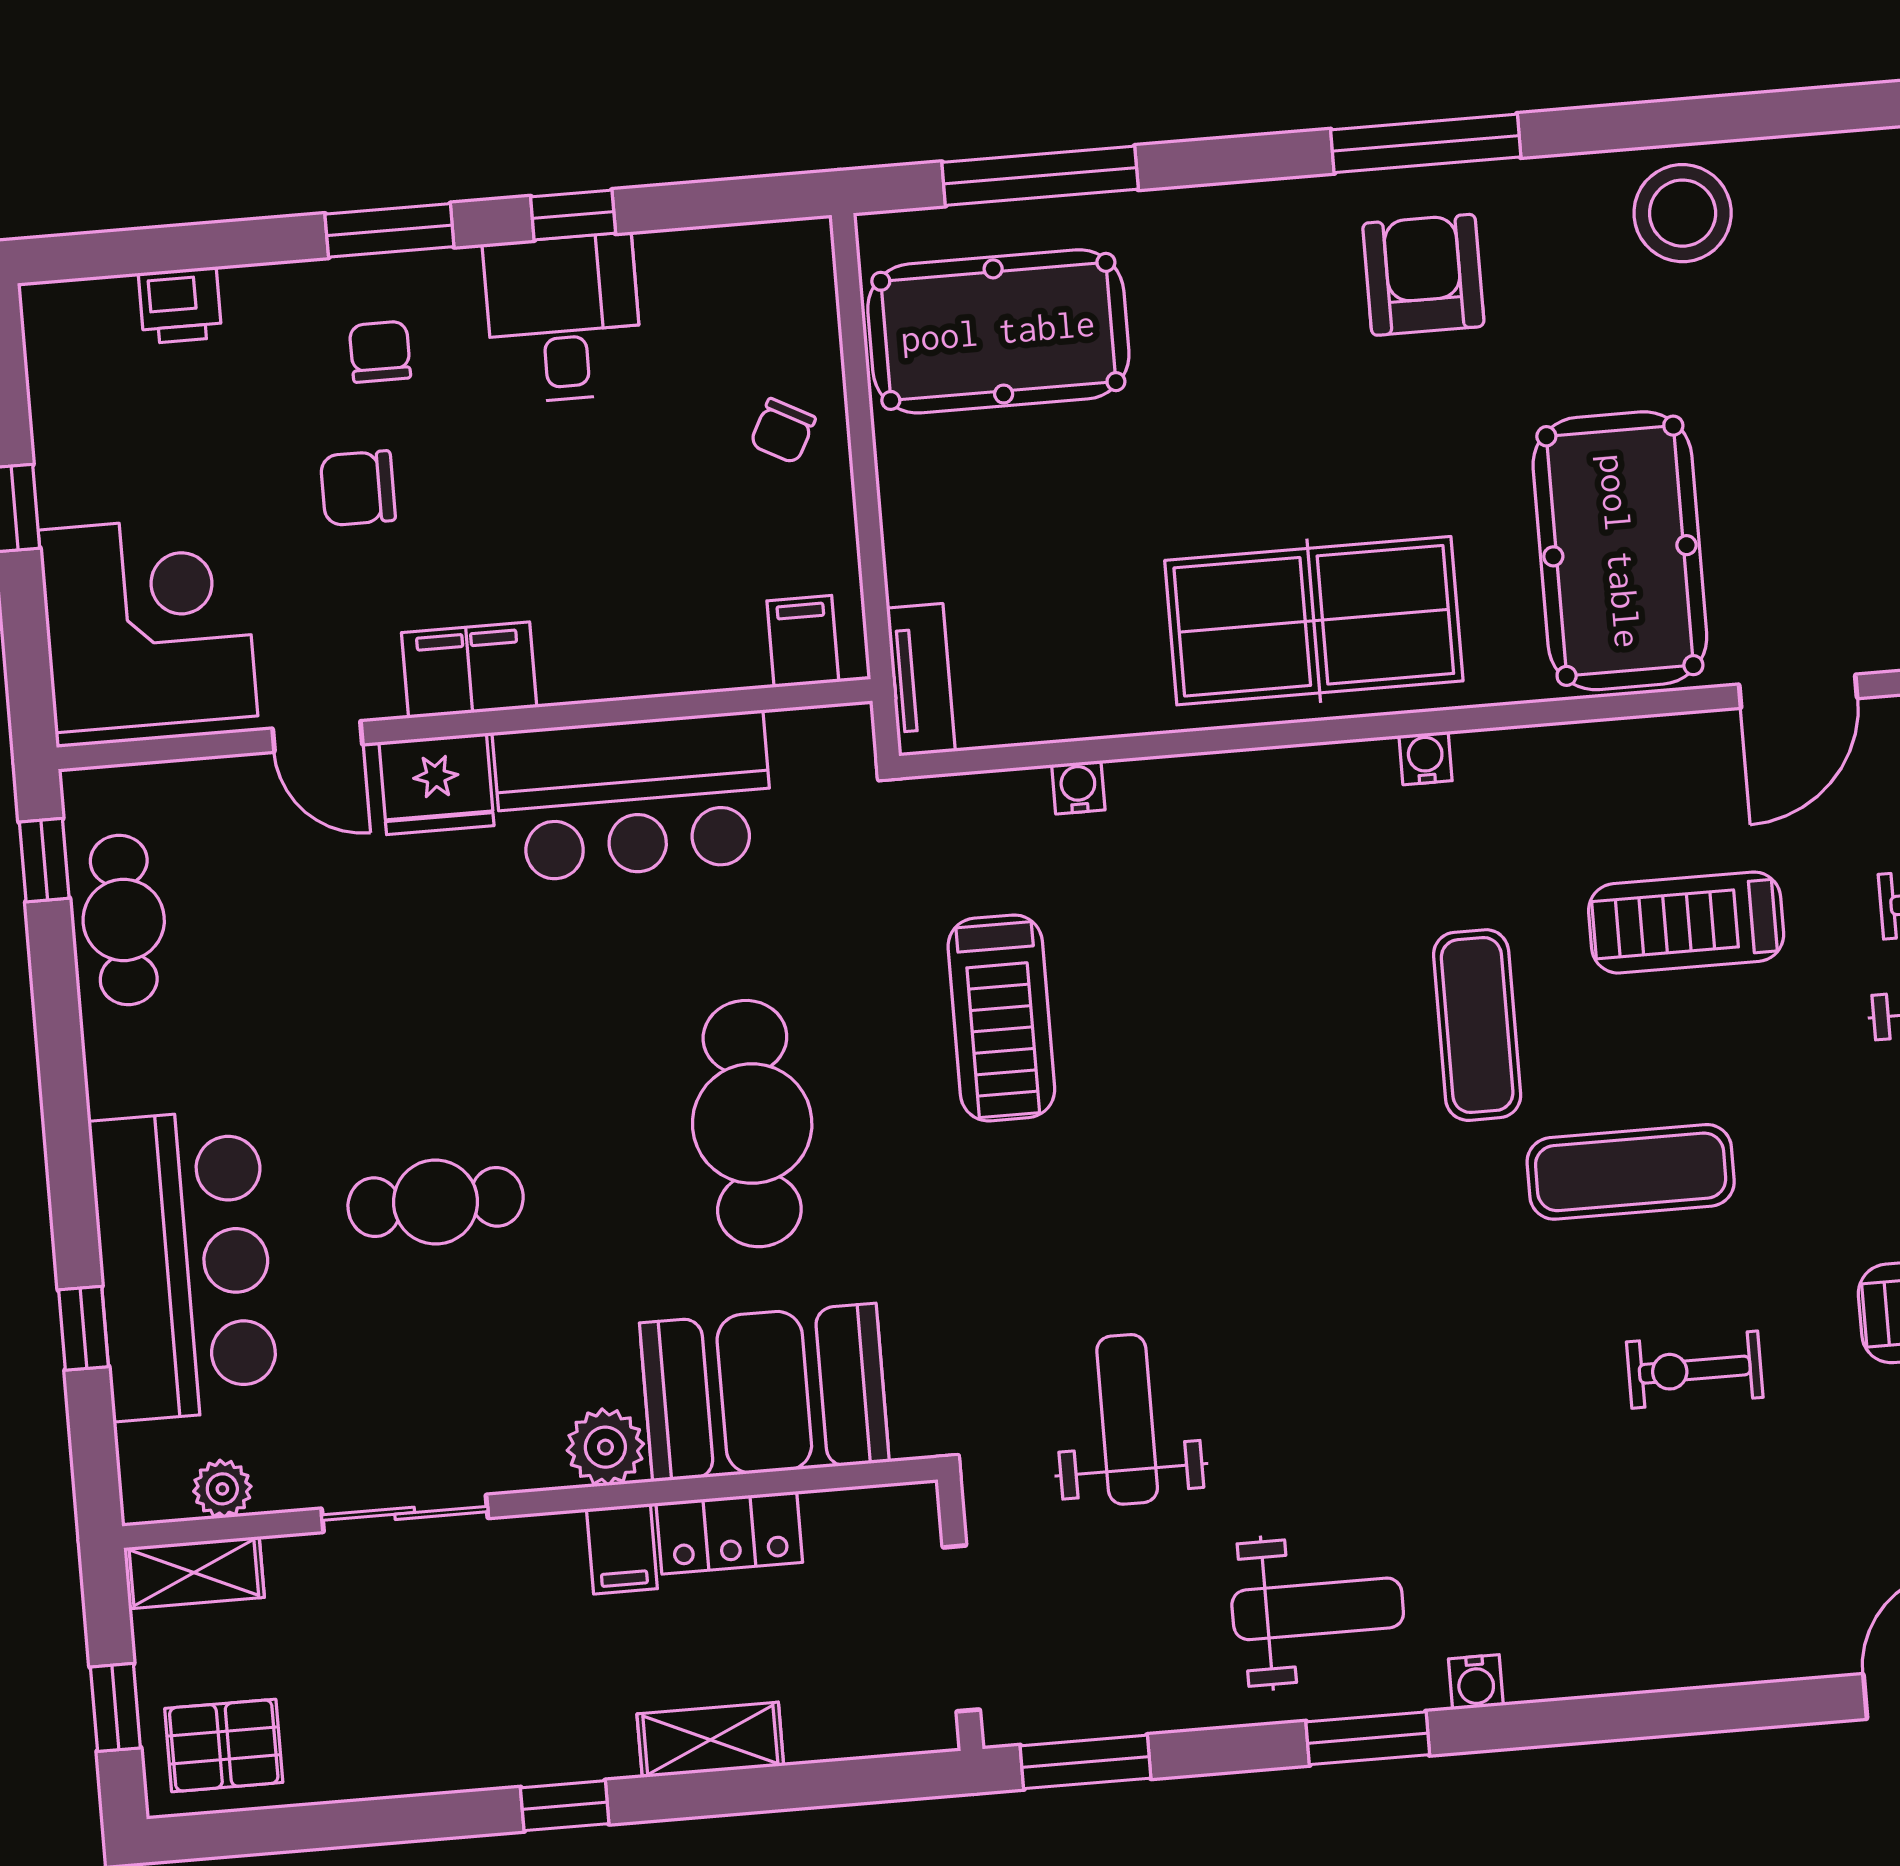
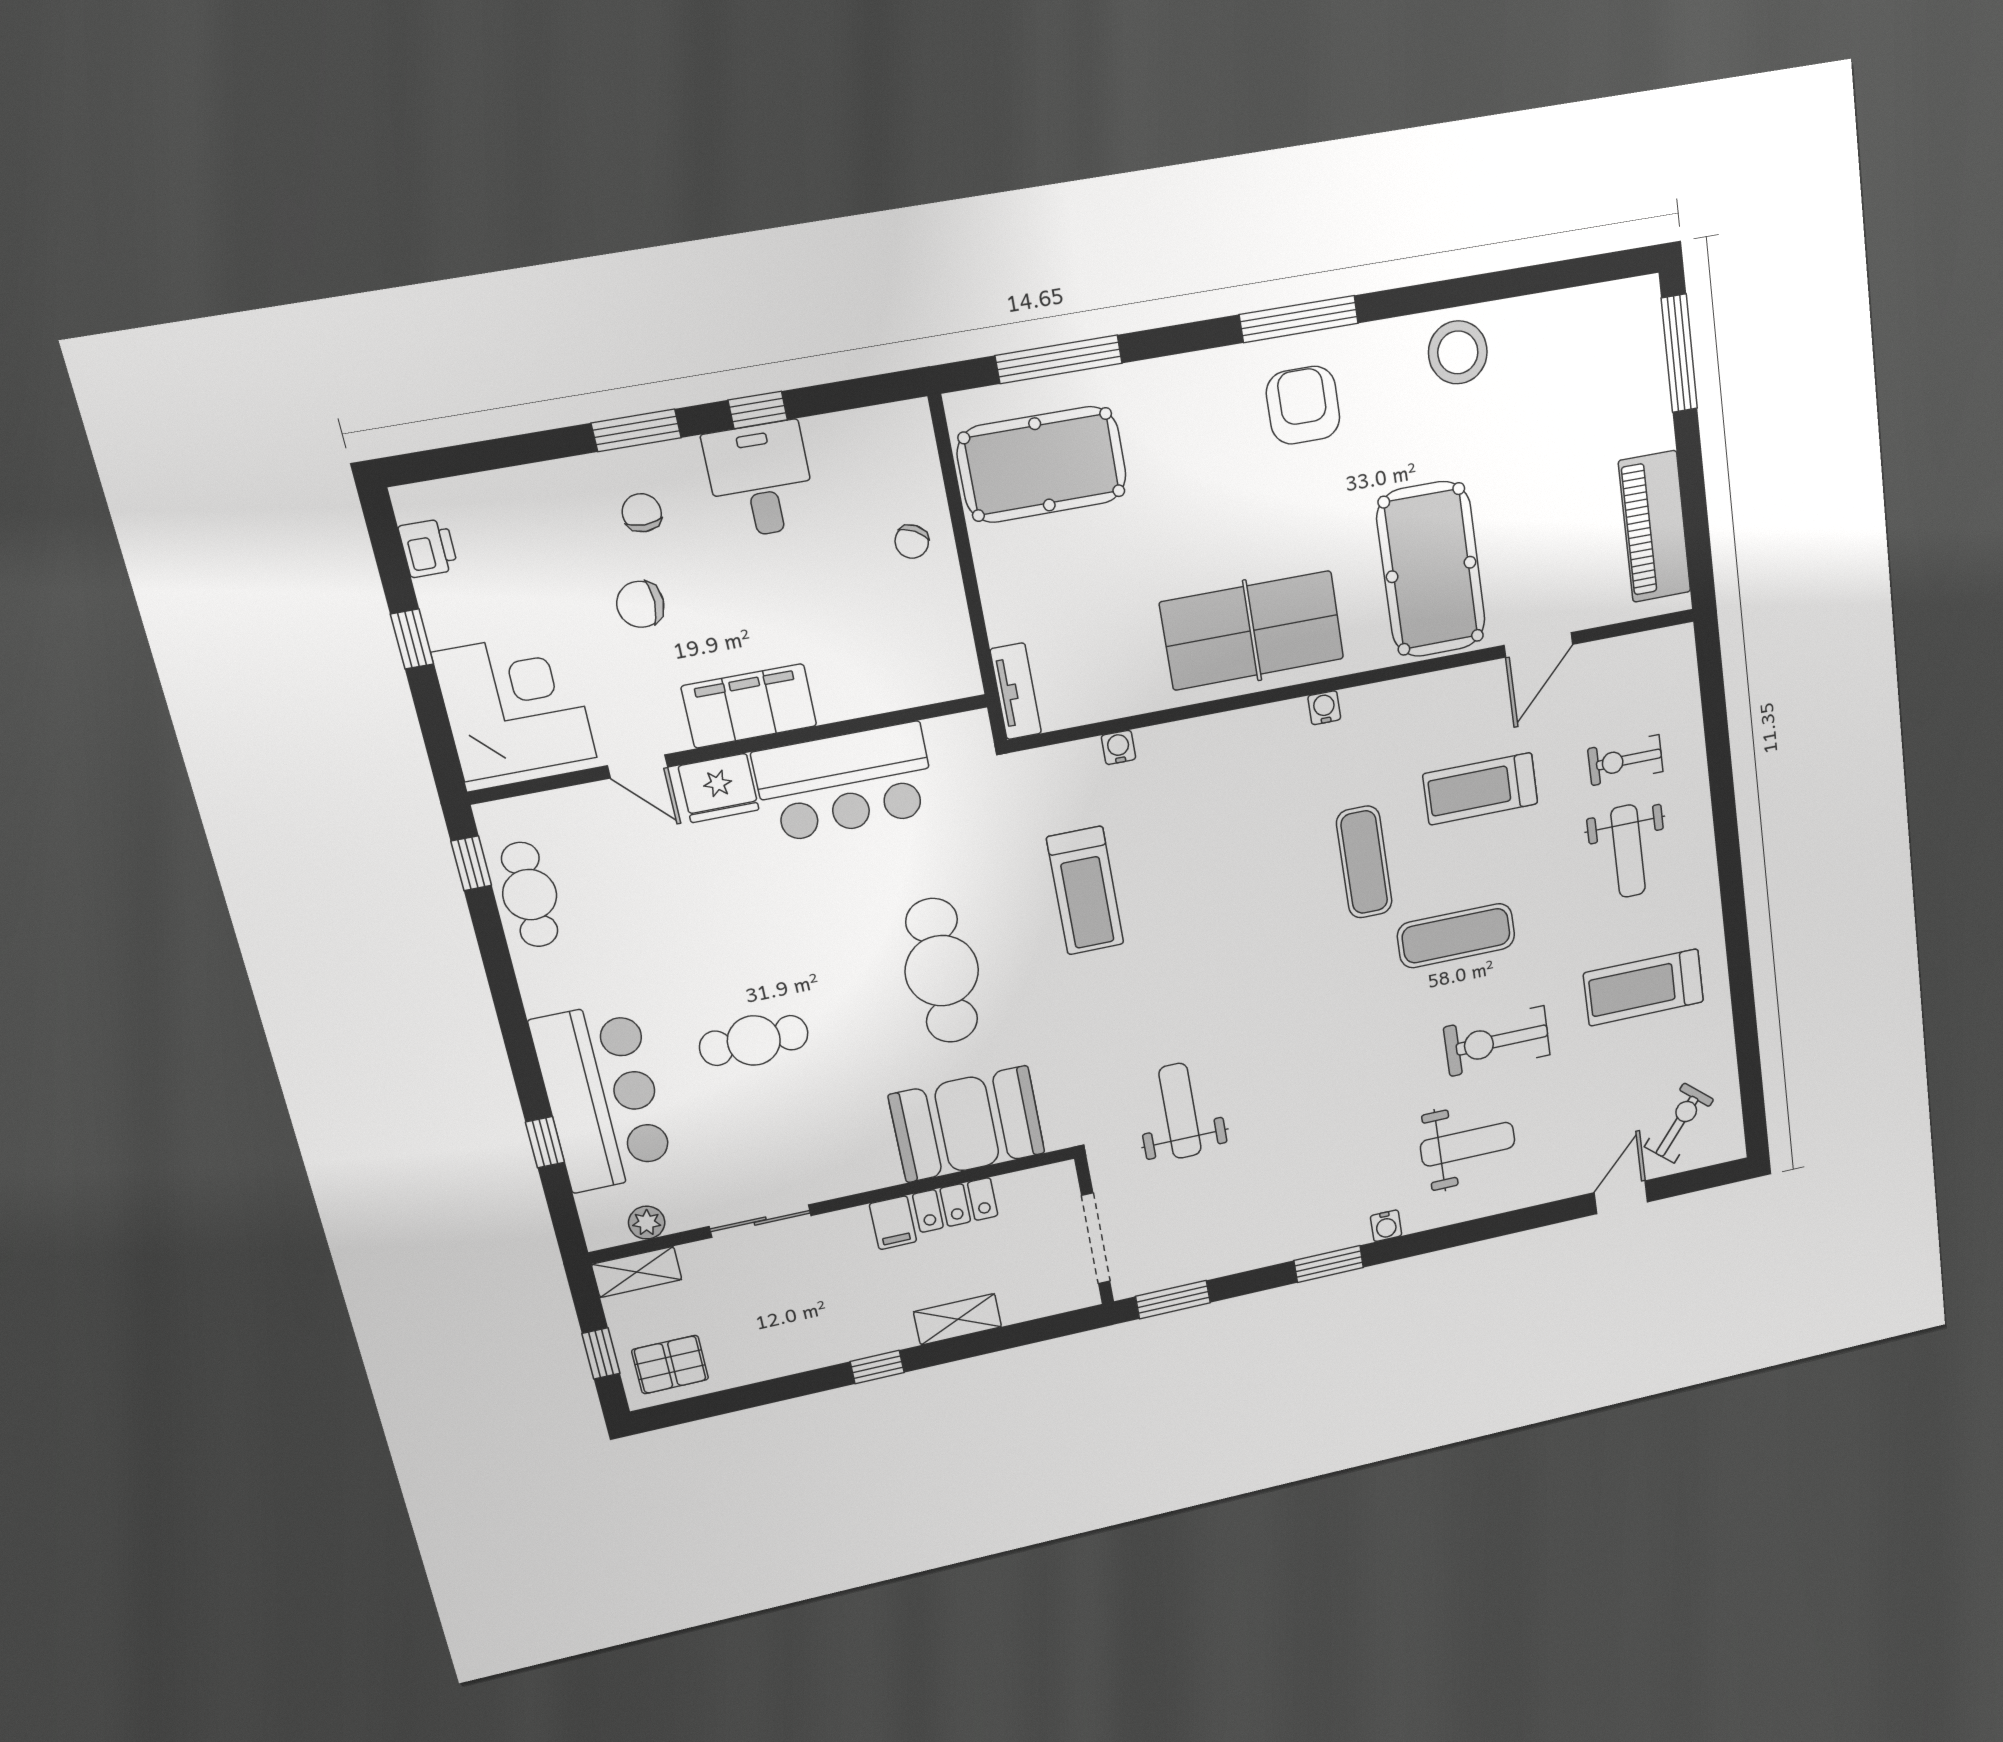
printer: (180, 305) -> (428, 548), moved, turned -90
filing cabinet: (803, 641) -> (940, 675), removed
filing cabinet: (469, 670) -> (749, 706), width x1.50, depth x1.17
exercise bike: (1695, 1370) -> (1497, 1041), width x1.38, depth x1.39
plant: (605, 1447) -> (876, 1167), removed
weight bench: (1318, 1609) -> (1468, 1144), moved

